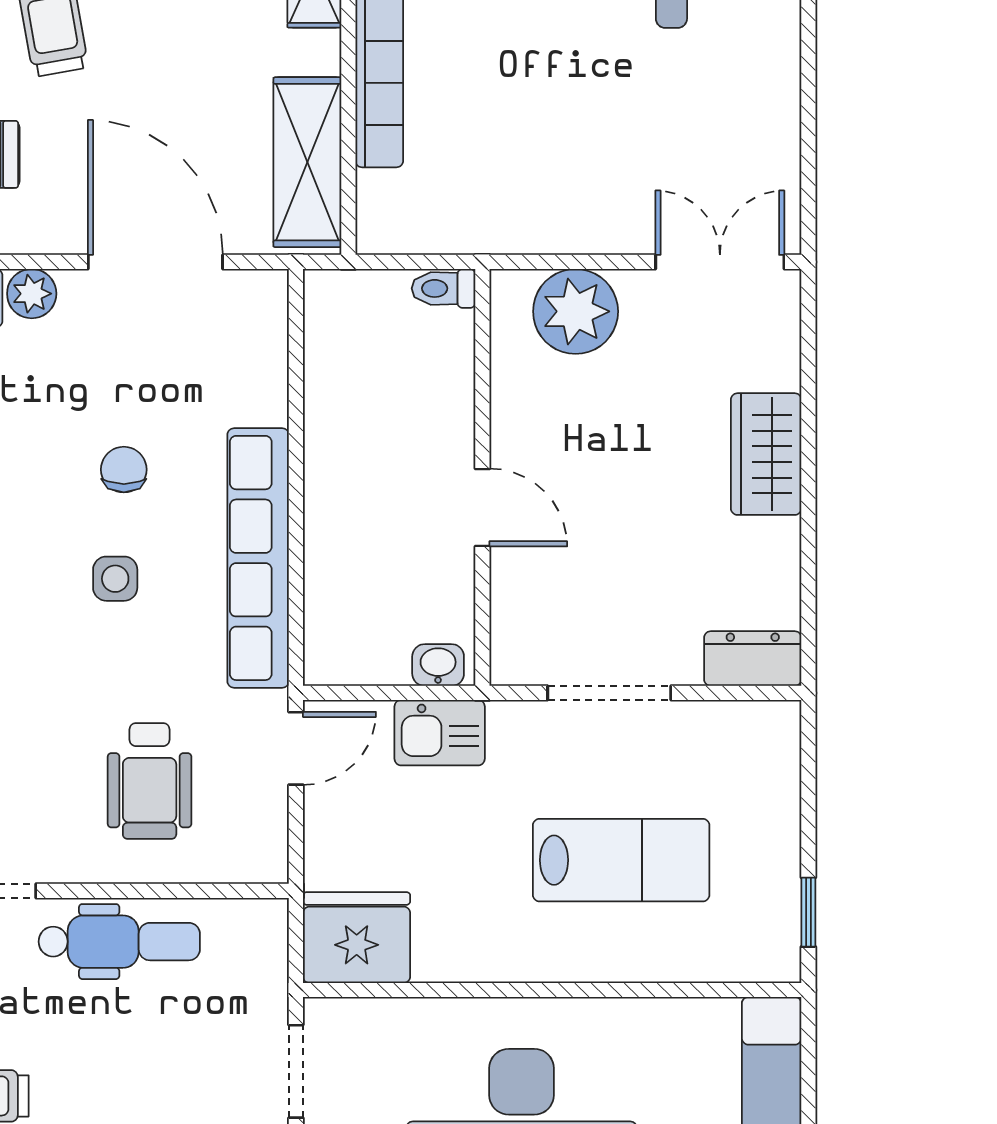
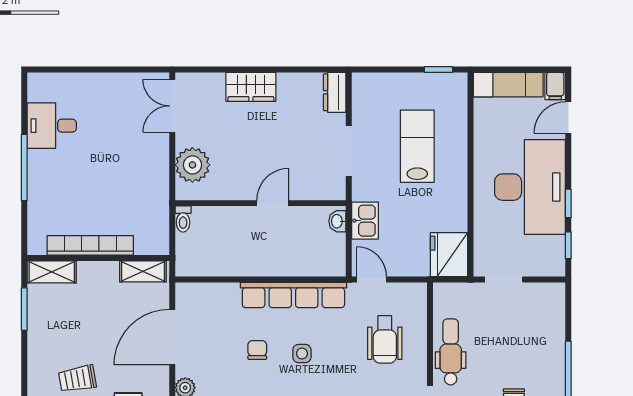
shelving: (307, 162) -> (143, 271), width x0.67, depth x0.75
chair: (124, 470) -> (257, 350), turned 90
wheelchair: (150, 781) -> (385, 339), turned 90

